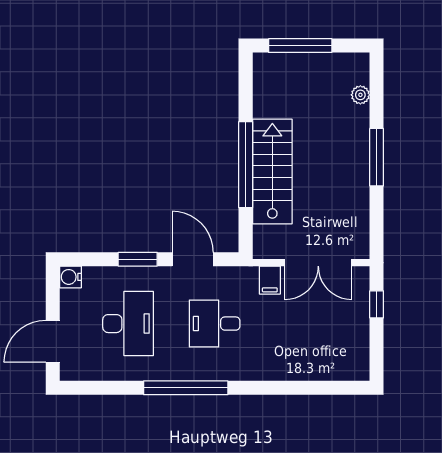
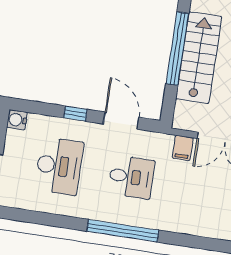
window: (138, 259) -> (75, 114), width x0.67
desk: (215, 324) -> (131, 177), turned 180
window: (186, 388) -> (123, 231), moved

